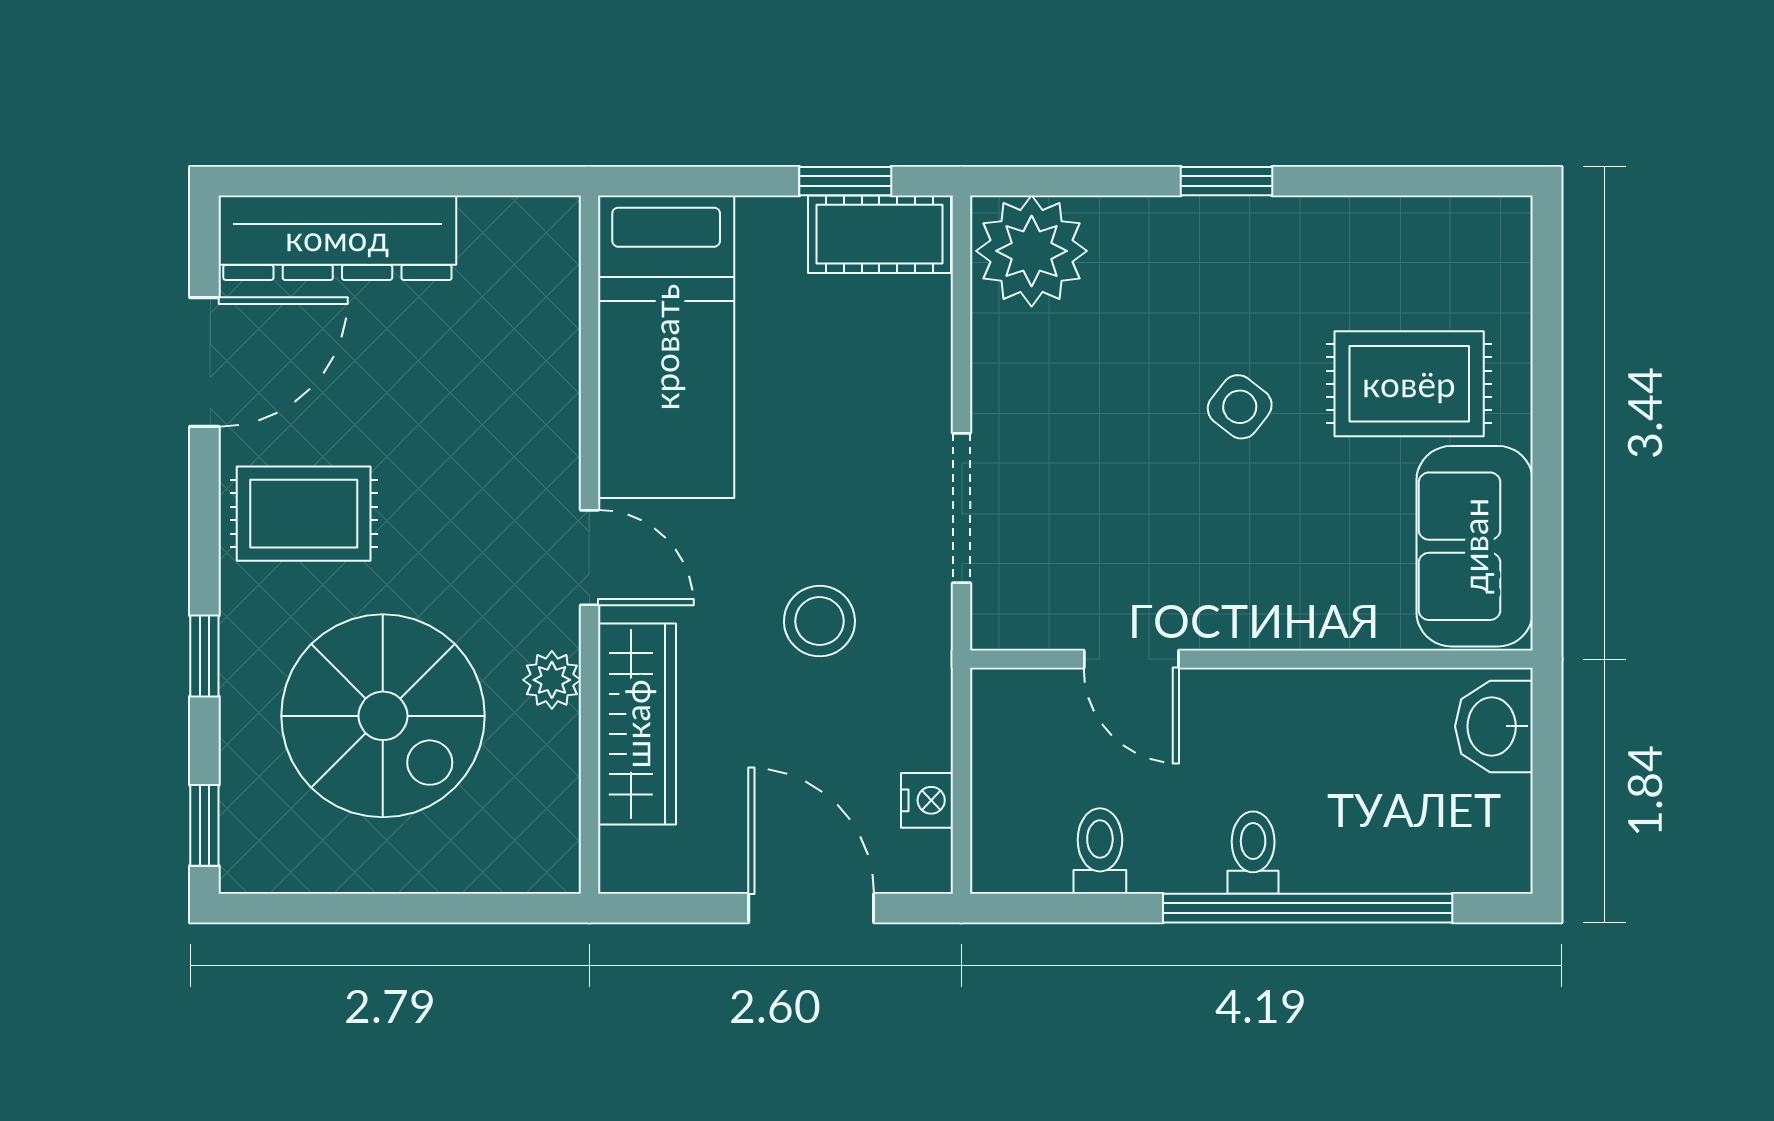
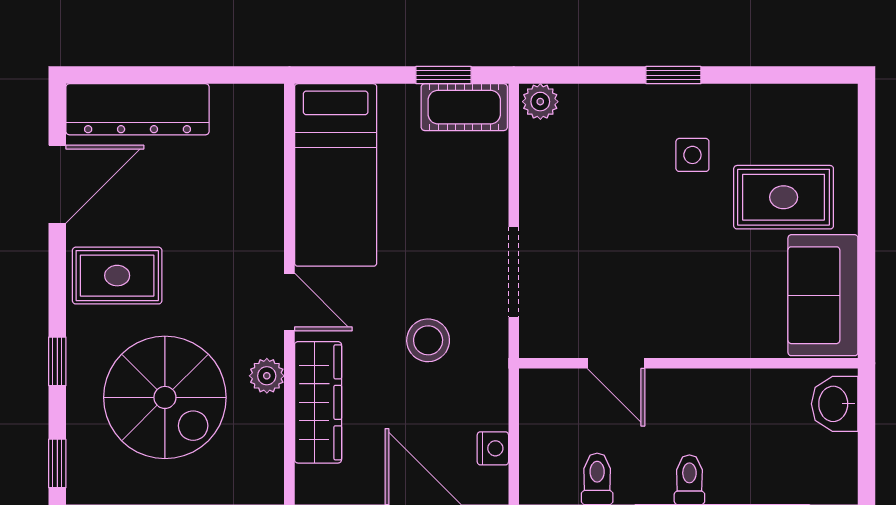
plant: (1032, 251) -> (540, 102), width x0.53, depth x0.53
side table: (1240, 407) -> (692, 155), moved, turned -38

